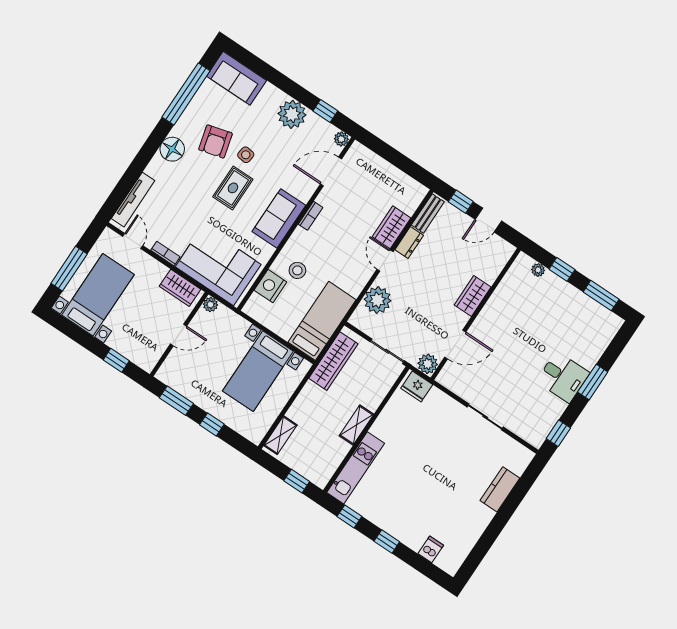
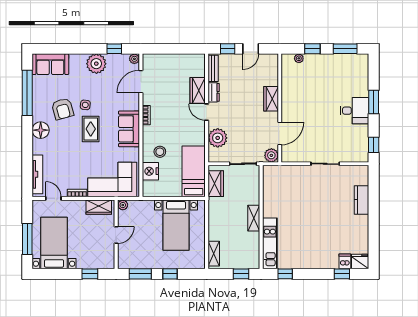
wardrobe: (333, 361) -> (216, 184), width x0.67
fridge: (417, 386) -> (360, 261), moved, turned 180
window: (387, 541) -> (342, 274), moved

